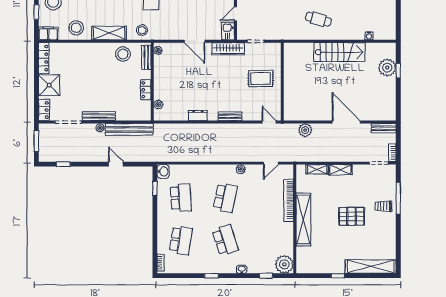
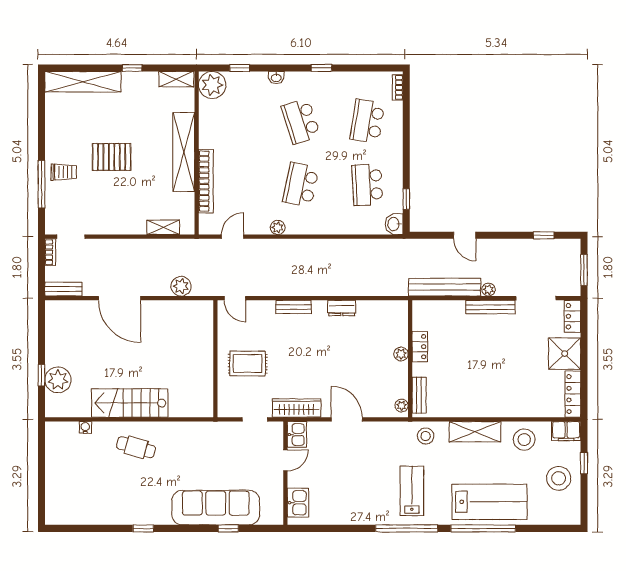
cafe table: (318, 19) -> (136, 447), moved
stool: (123, 54) -> (454, 400), removed
plant: (158, 105) -> (401, 354), moved
shelving: (340, 170) -> (176, 79), moved

